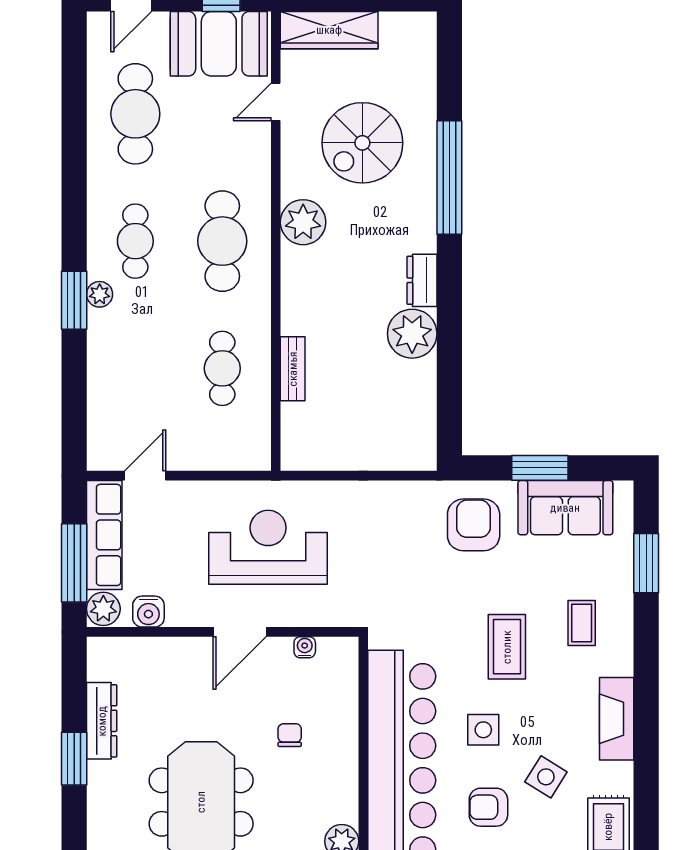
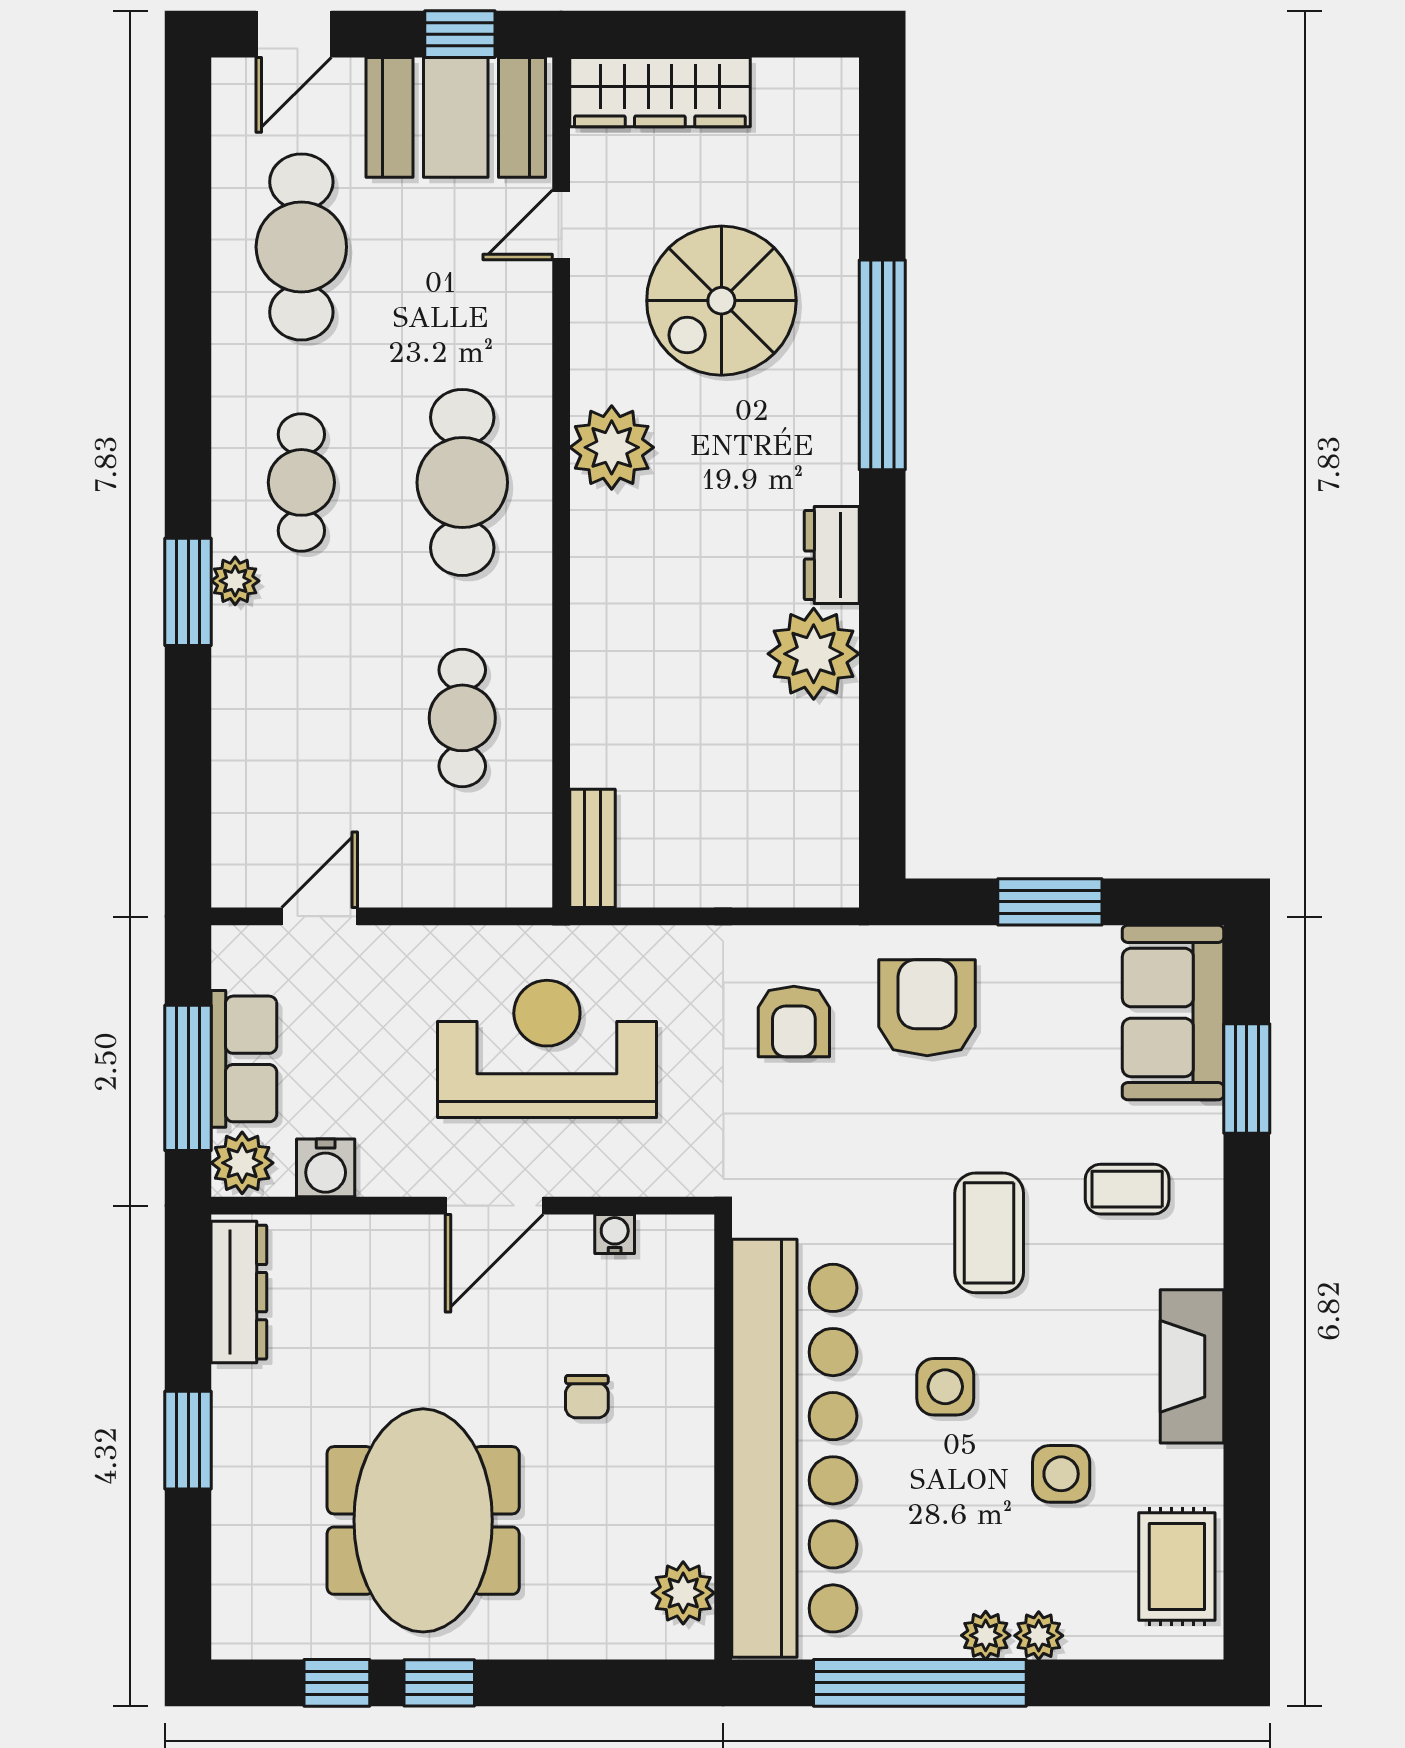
bench: (293, 369) -> (592, 848), moved
sofa: (565, 508) -> (1173, 1012), moved, turned 90
row of seats: (104, 535) -> (244, 1059), width x0.68
coffee table: (582, 623) -> (1127, 1189), turned 90
dresser: (102, 721) -> (239, 1292), moved
chair: (290, 735) -> (587, 1397), turned 180
side table: (546, 777) -> (1061, 1474), turned -32
armchair: (488, 807) -> (794, 1022), moved, turned -90

